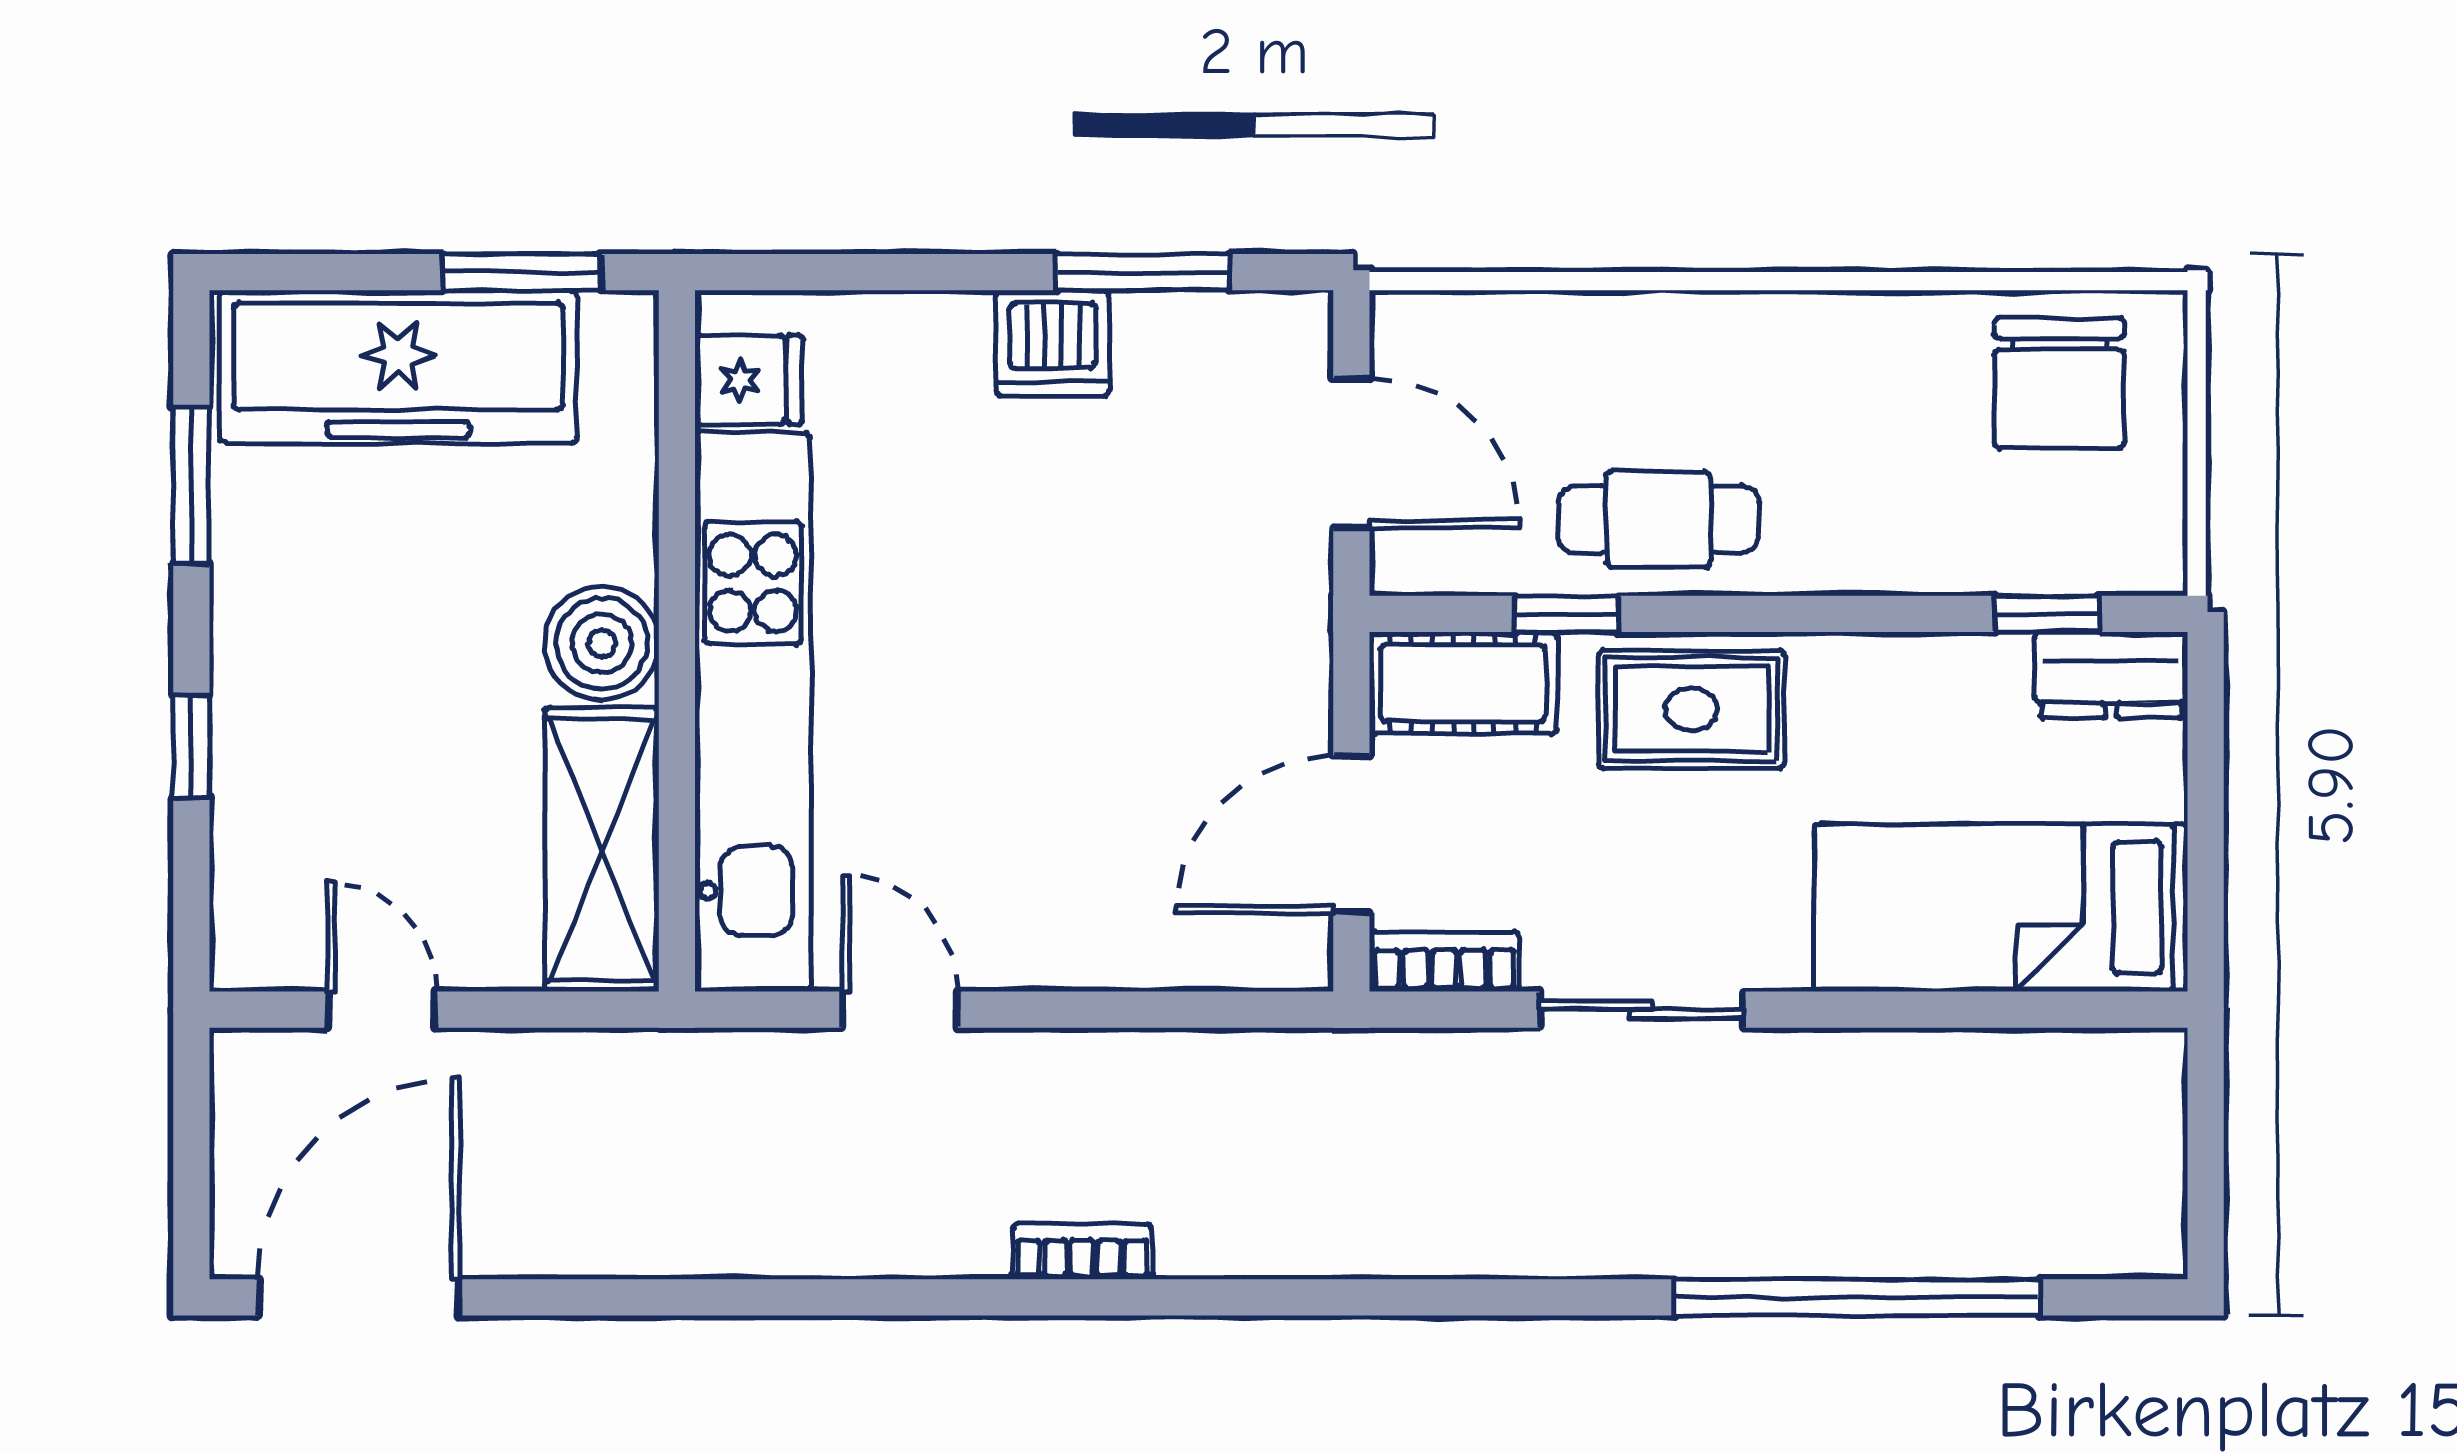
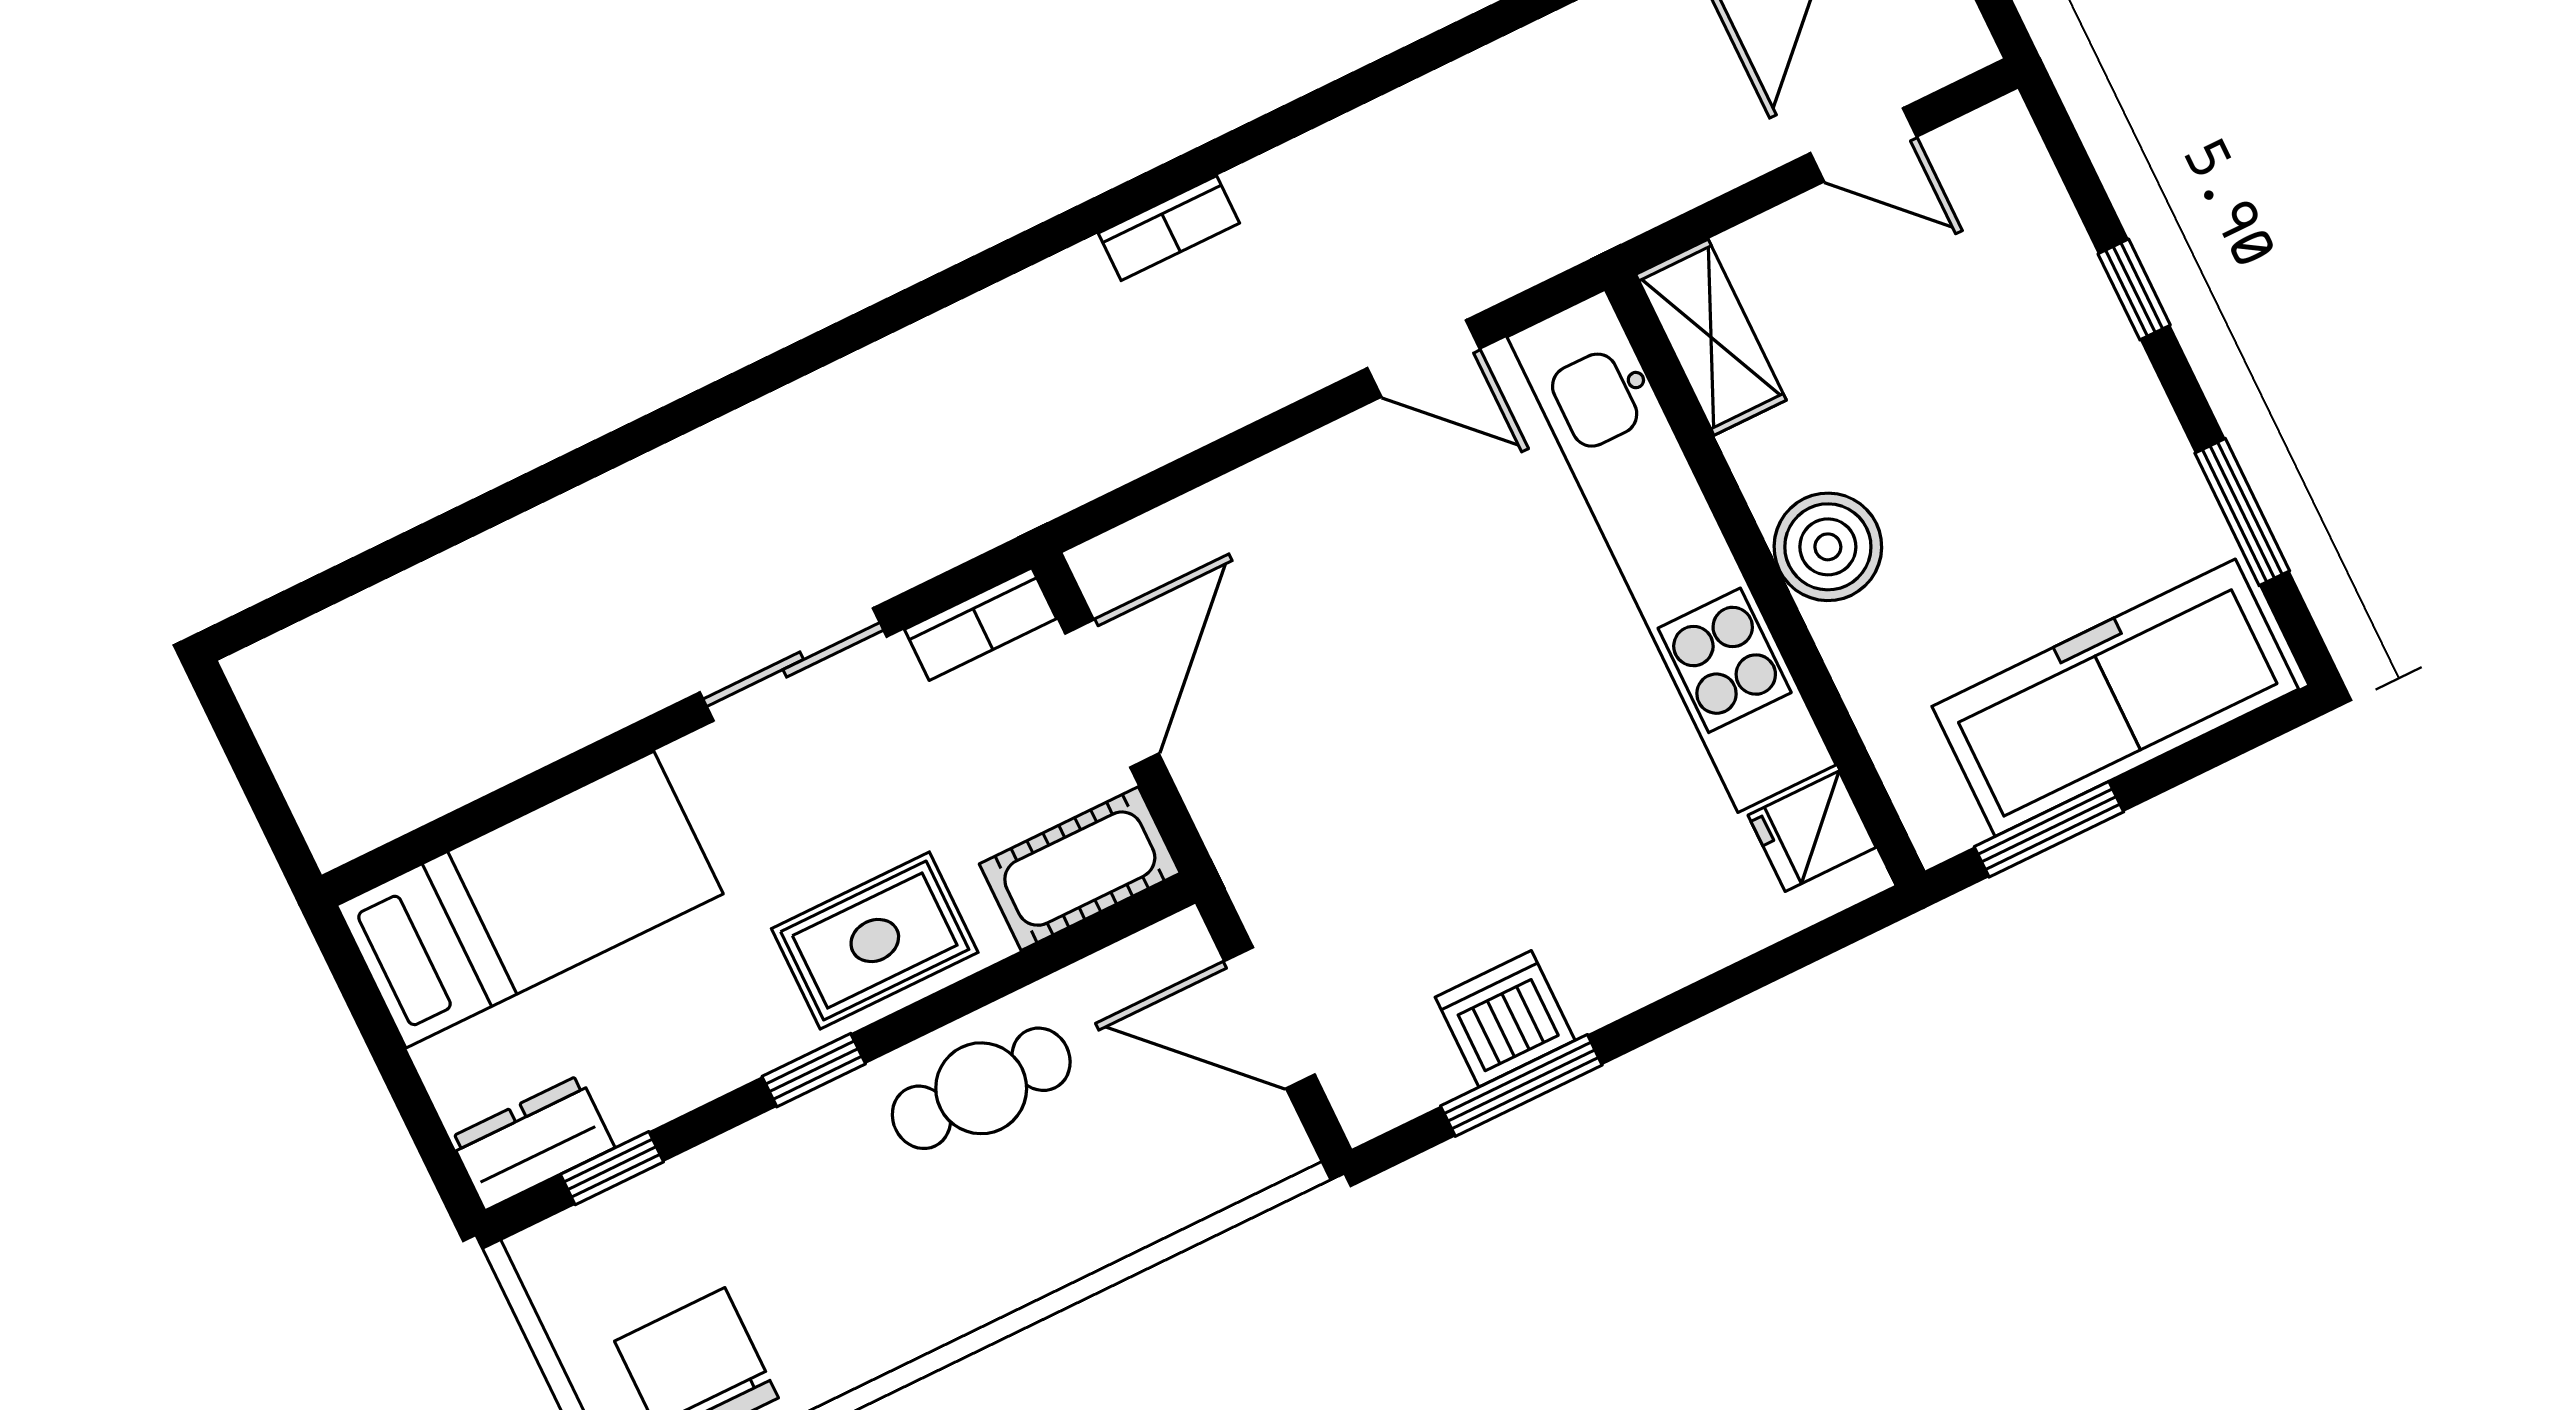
dishwasher: (1053, 343) -> (1505, 1019), moved
window: (1567, 614) -> (814, 1070), moved
shelving: (602, 850) -> (1711, 337), width x0.67, depth x0.75
window: (1857, 1297) -> (491, 509), removed

